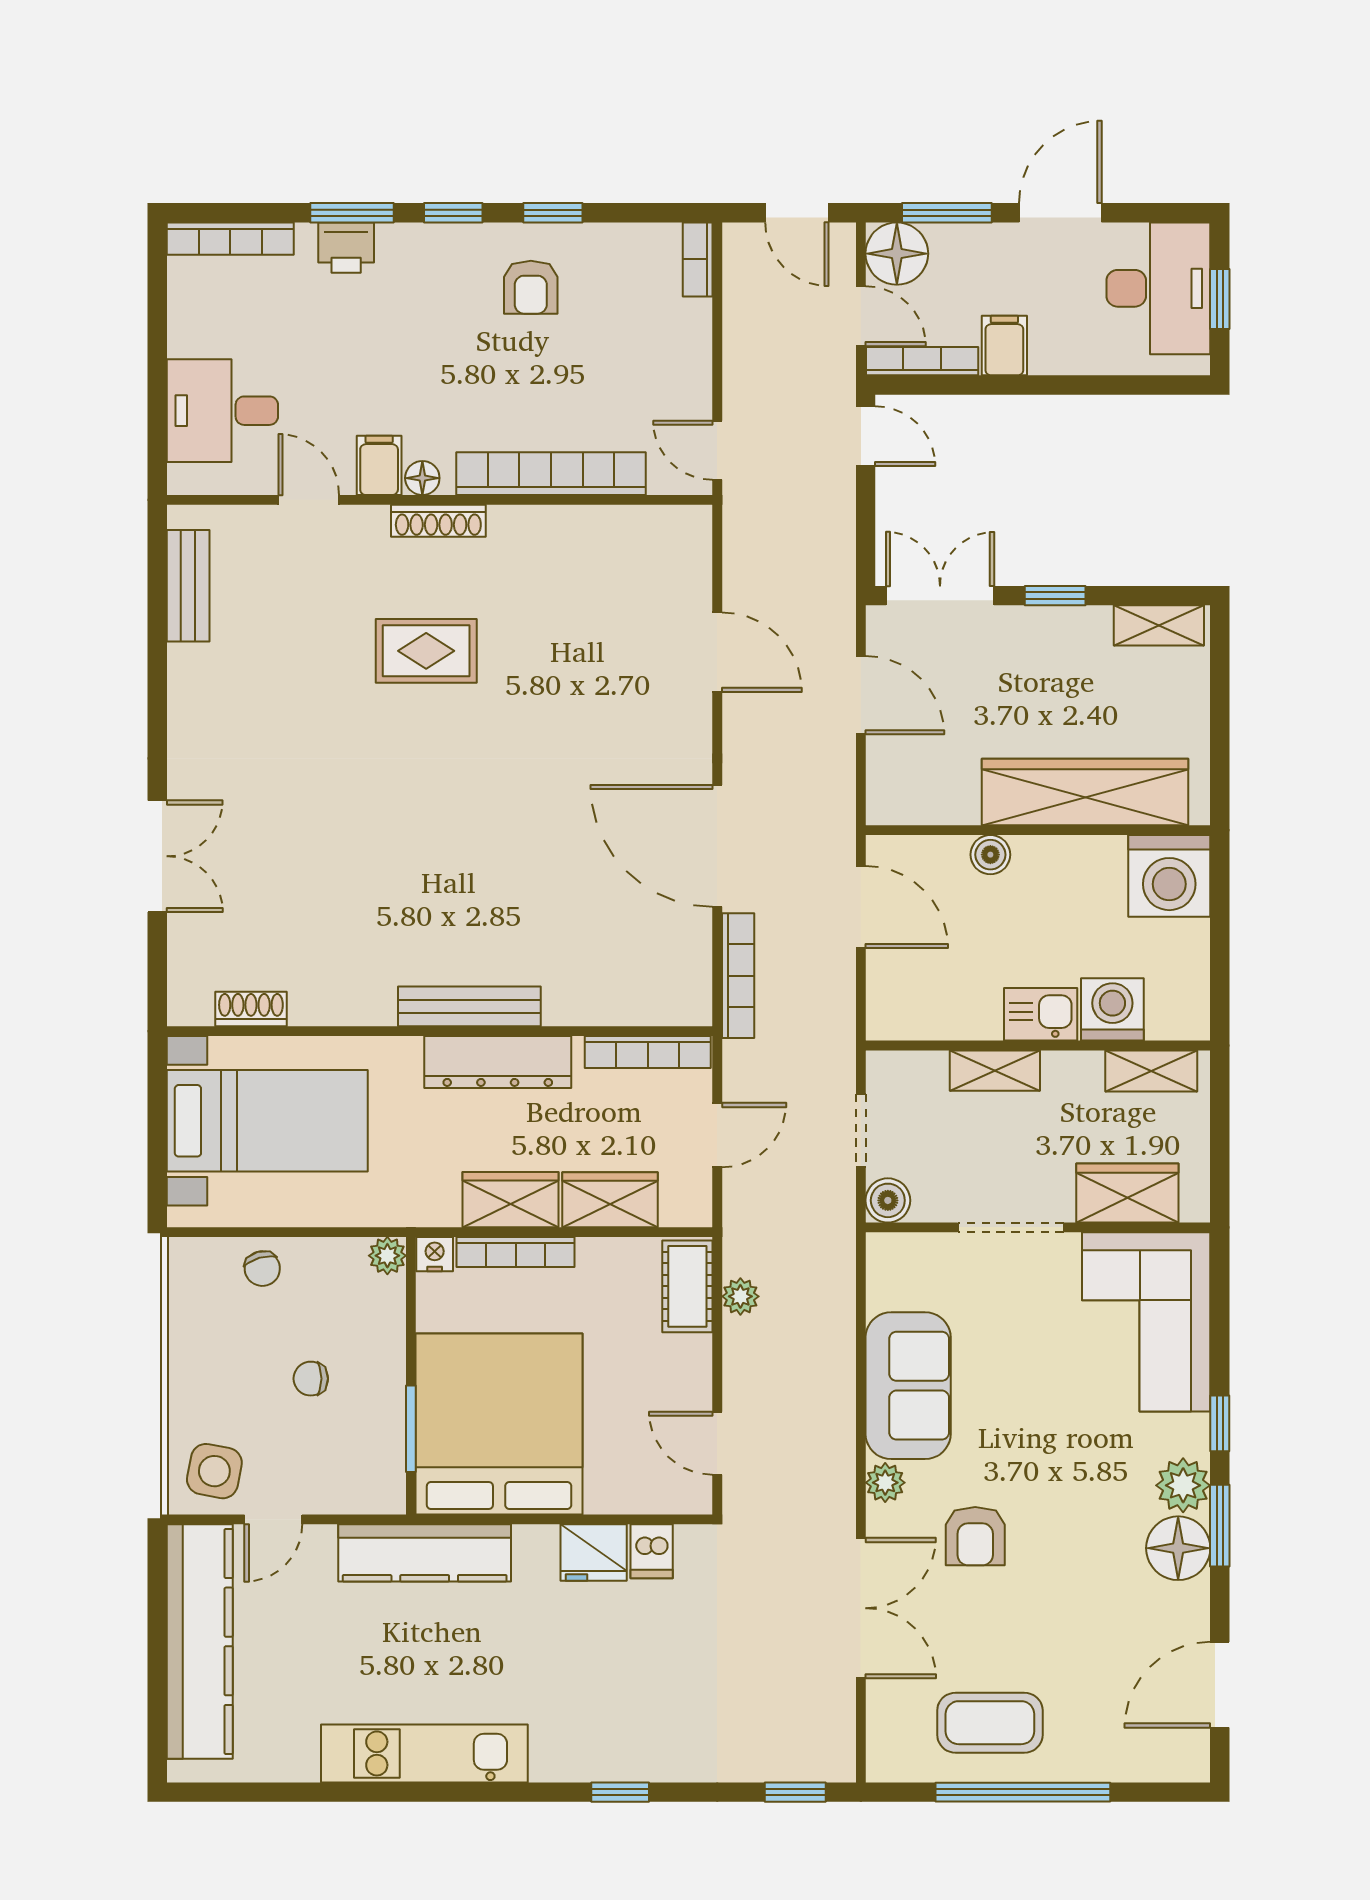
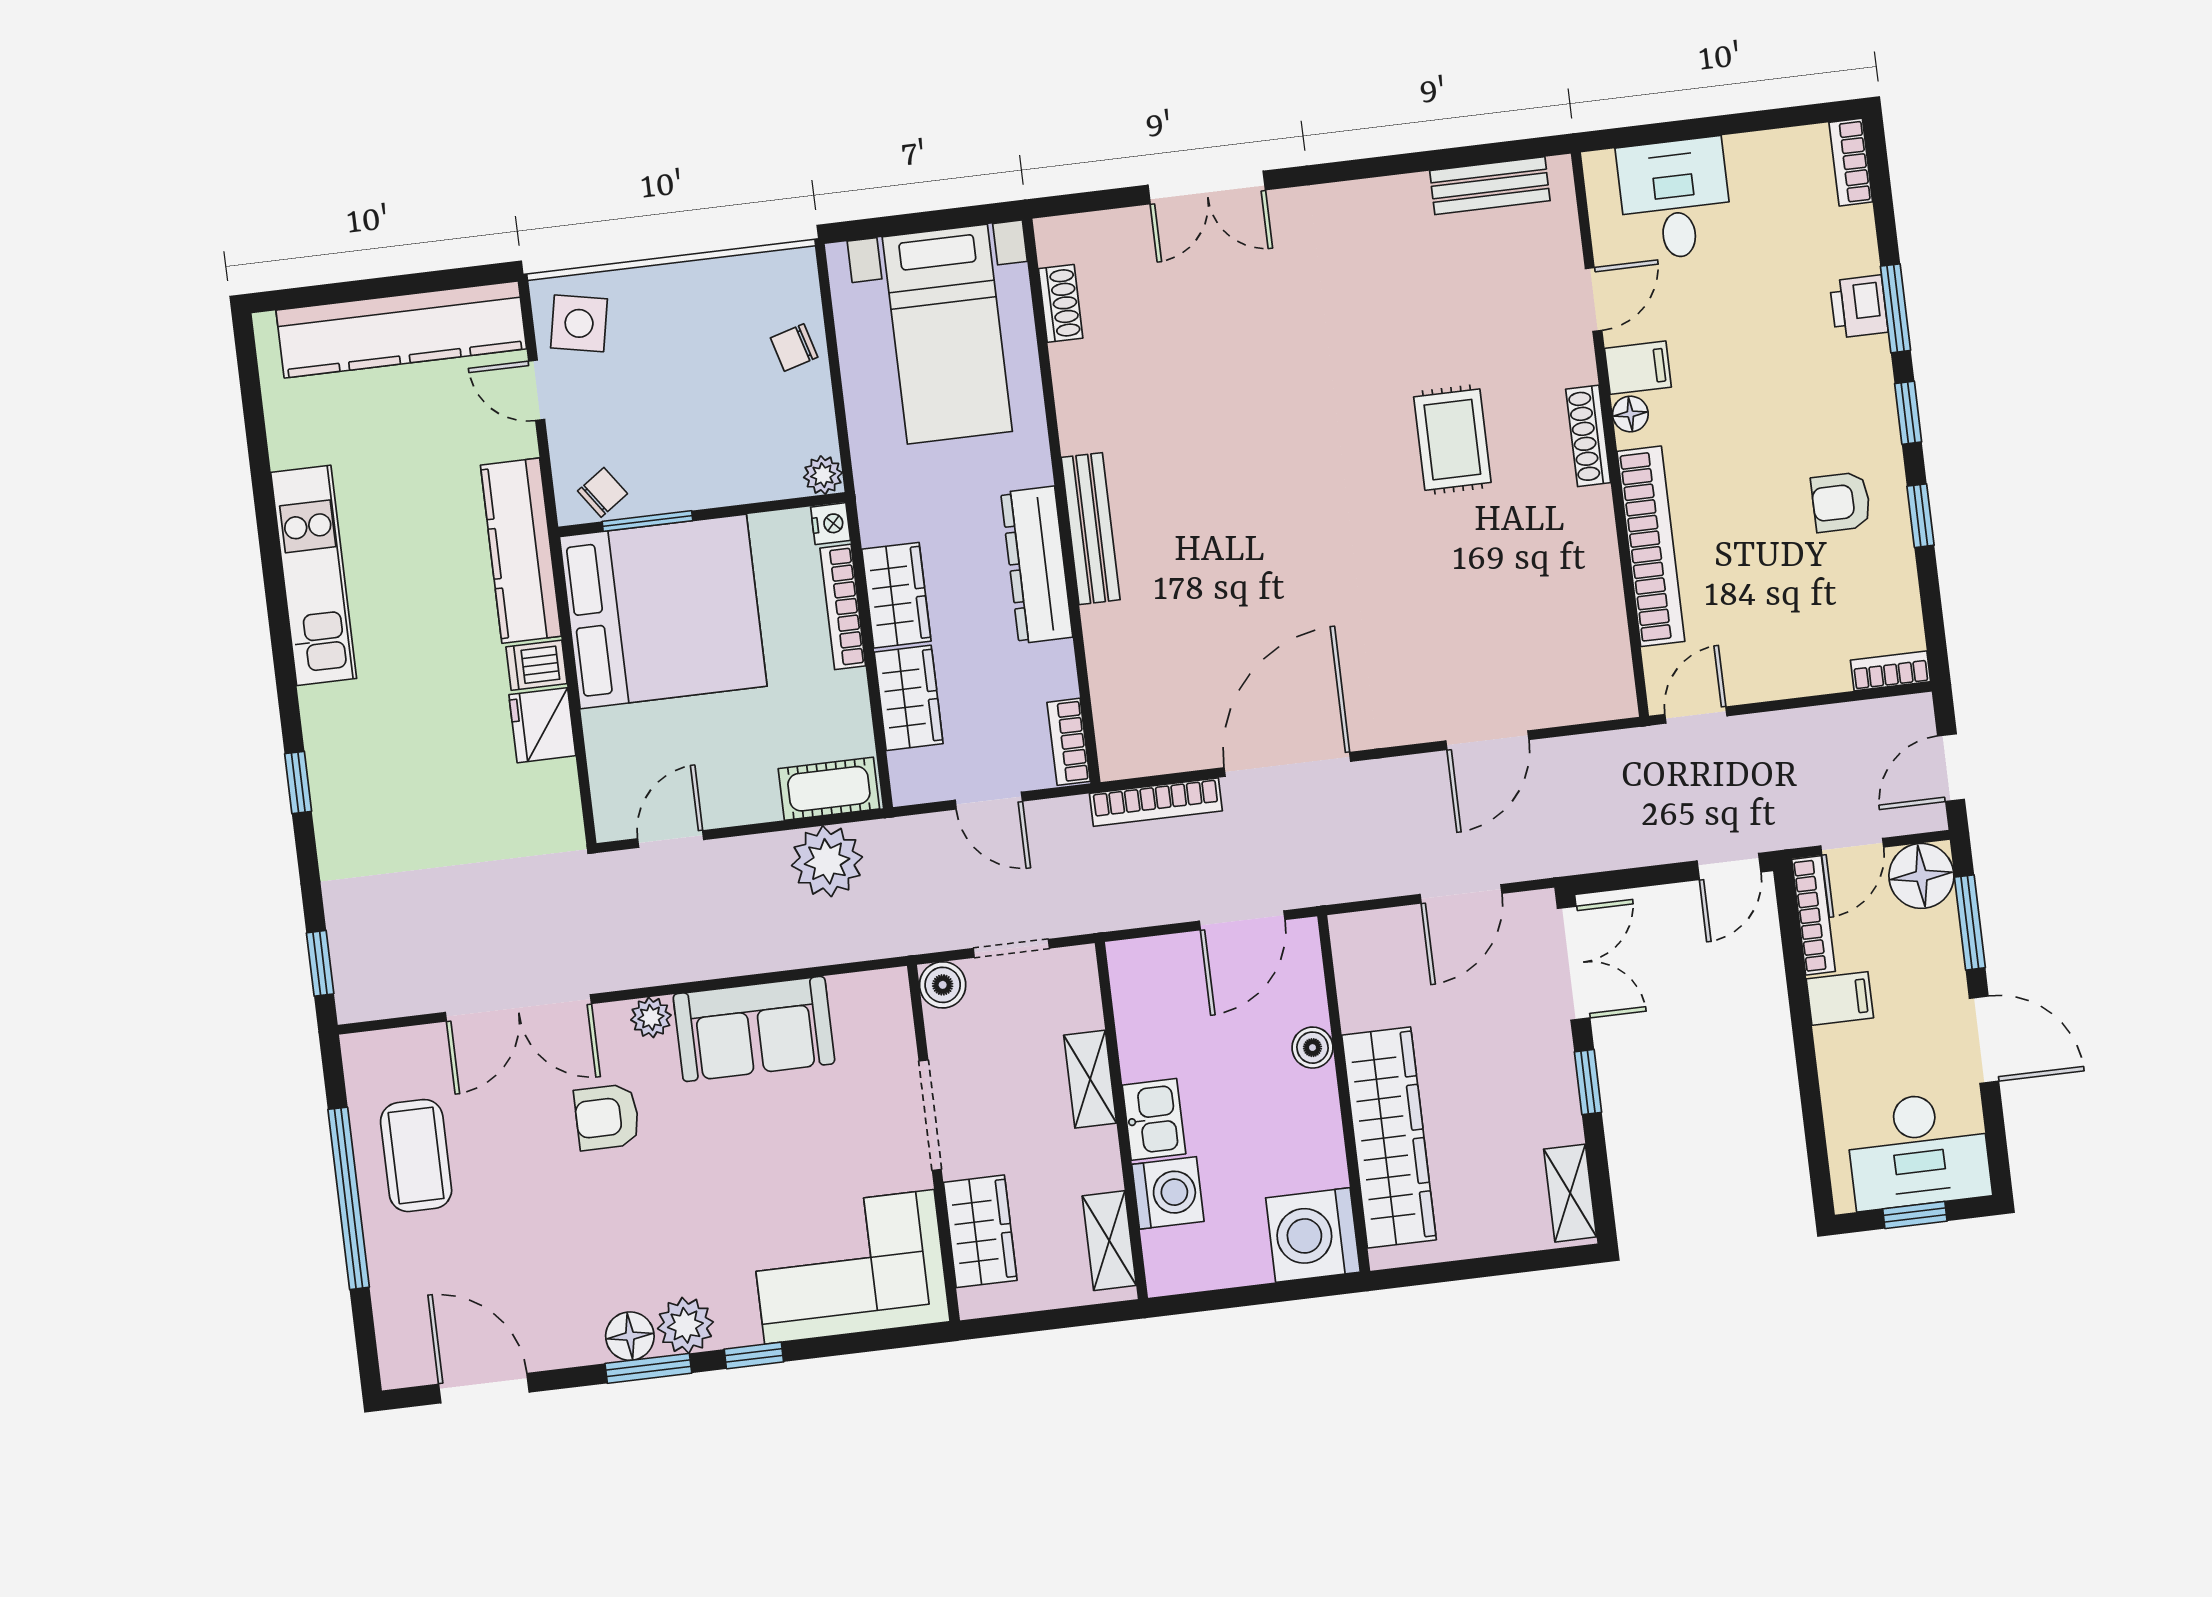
bookcase: (230, 239) -> (1851, 162), width x0.64
bookcase: (648, 1052) -> (1069, 742), width x0.64
plant: (740, 1296) -> (827, 861), width x1.88, depth x1.88
chair: (311, 1379) -> (603, 492), moved, turned 55
floor lamp: (1178, 1548) -> (630, 1336), width x0.73, depth x0.73
dishwasher: (652, 1551) -> (536, 665), moved

